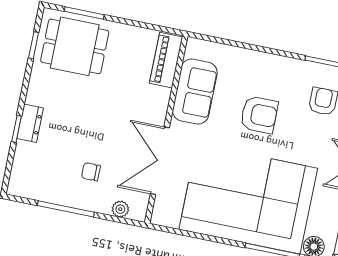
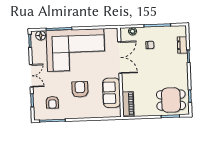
armchair: (259, 115) -> (80, 89), turned 90
dresser: (30, 123) -> (182, 45), moved

